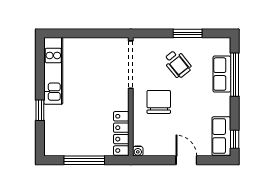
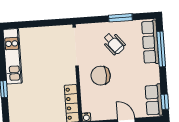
row of seats: (222, 74) -> (150, 42), width x1.48
chair: (159, 102) -> (101, 76), turned -90

